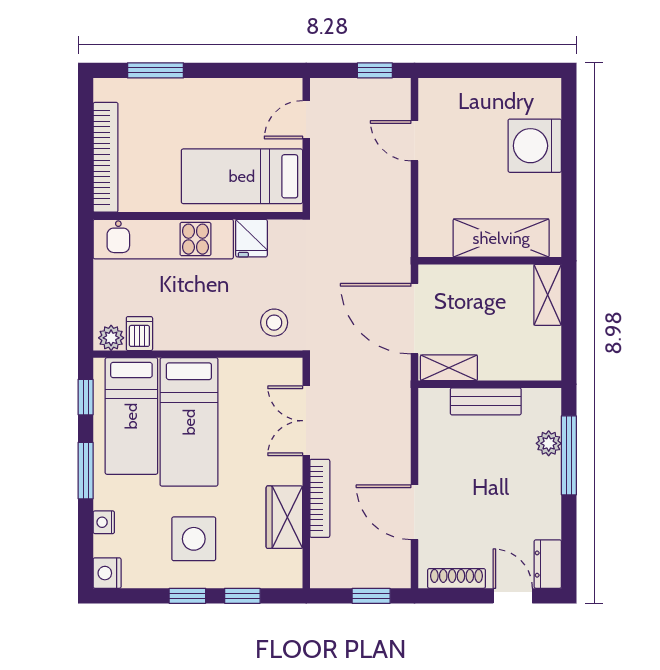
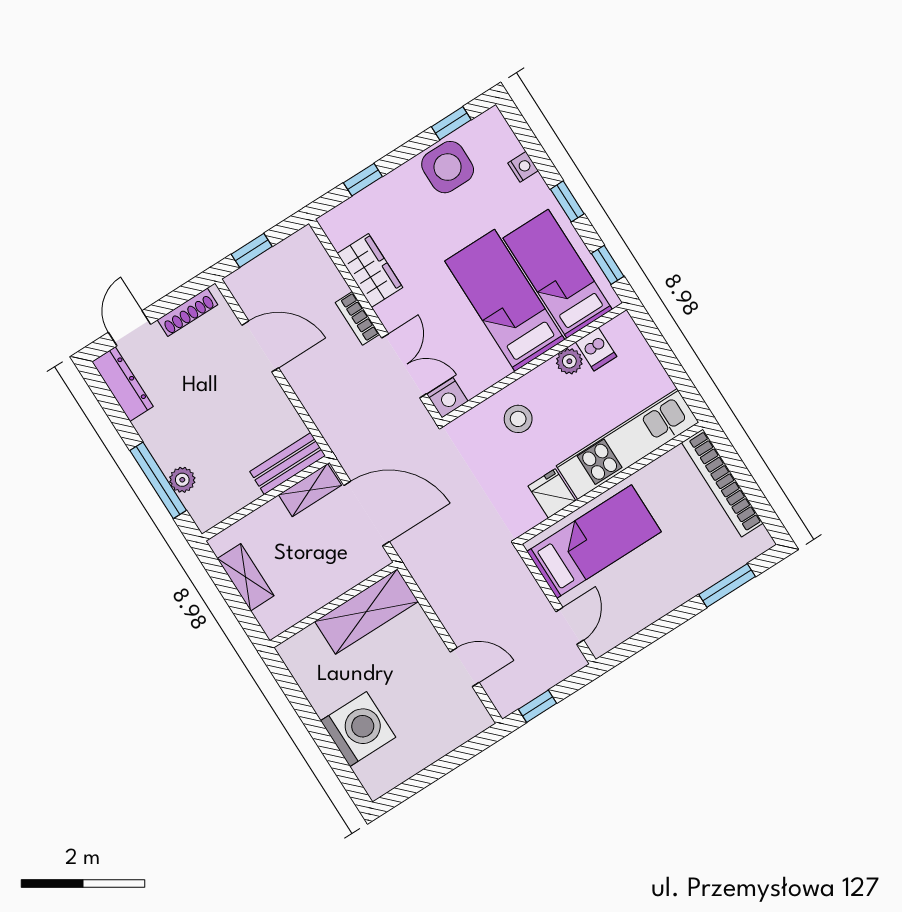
shelving: (501, 238) -> (367, 612), moved
shelving: (548, 295) -> (246, 577), moved
stool: (274, 323) -> (518, 419), moved
plant: (111, 338) -> (569, 361), moved
bench: (486, 401) -> (288, 464), moved
window: (86, 471) -> (567, 201), width x0.67
bookcase: (320, 498) -> (357, 318), width x0.64
side table: (194, 539) -> (448, 167), moved
dresser: (548, 564) -> (122, 384), width x1.44
nightstand: (107, 573) -> (447, 398), moved, turned 90
window: (187, 596) -> (451, 123), moved
door: (513, 596) -> (129, 328), swing flipped

